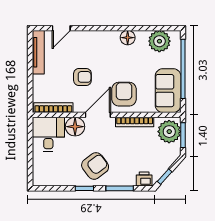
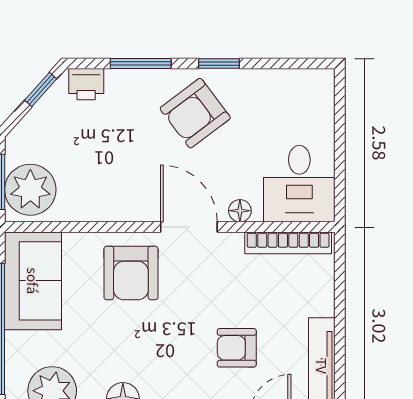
armchair: (82, 77) -> (237, 348), moved
door: (98, 115) -> (189, 227), swing flipped
bookcase: (135, 122) -> (107, 211), removed
floor lamp: (75, 127) -> (240, 211), width x0.53, depth x0.53

